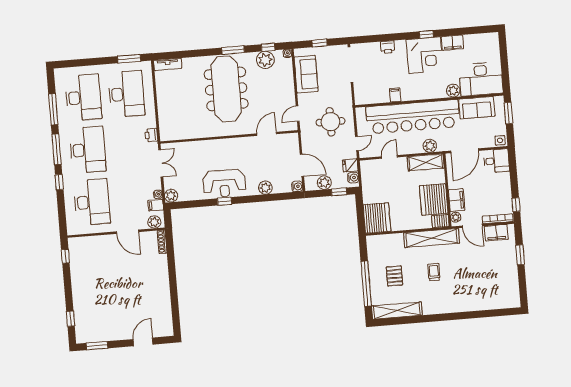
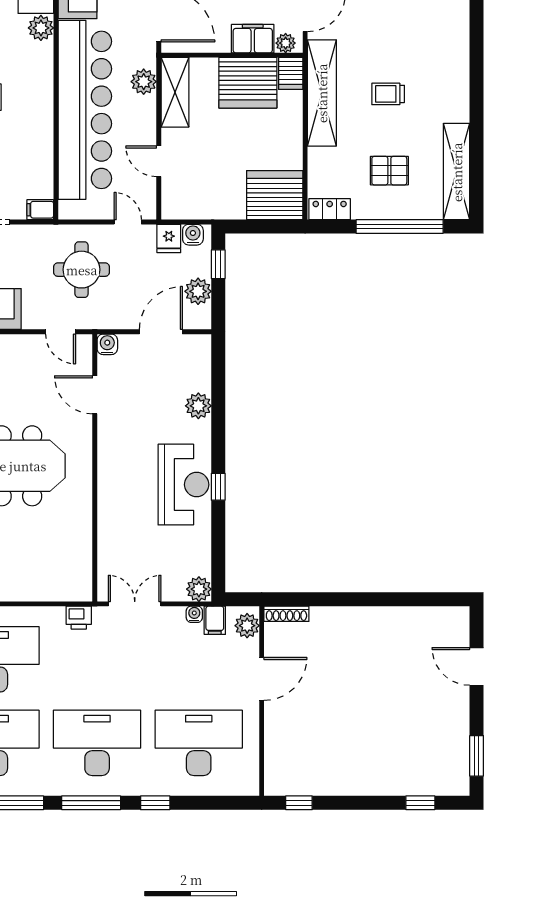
filing cabinet: (395, 95) -> (40, 210), moved
water cooler: (297, 186) -> (107, 344), moved
locker: (372, 247) -> (330, 209), added

